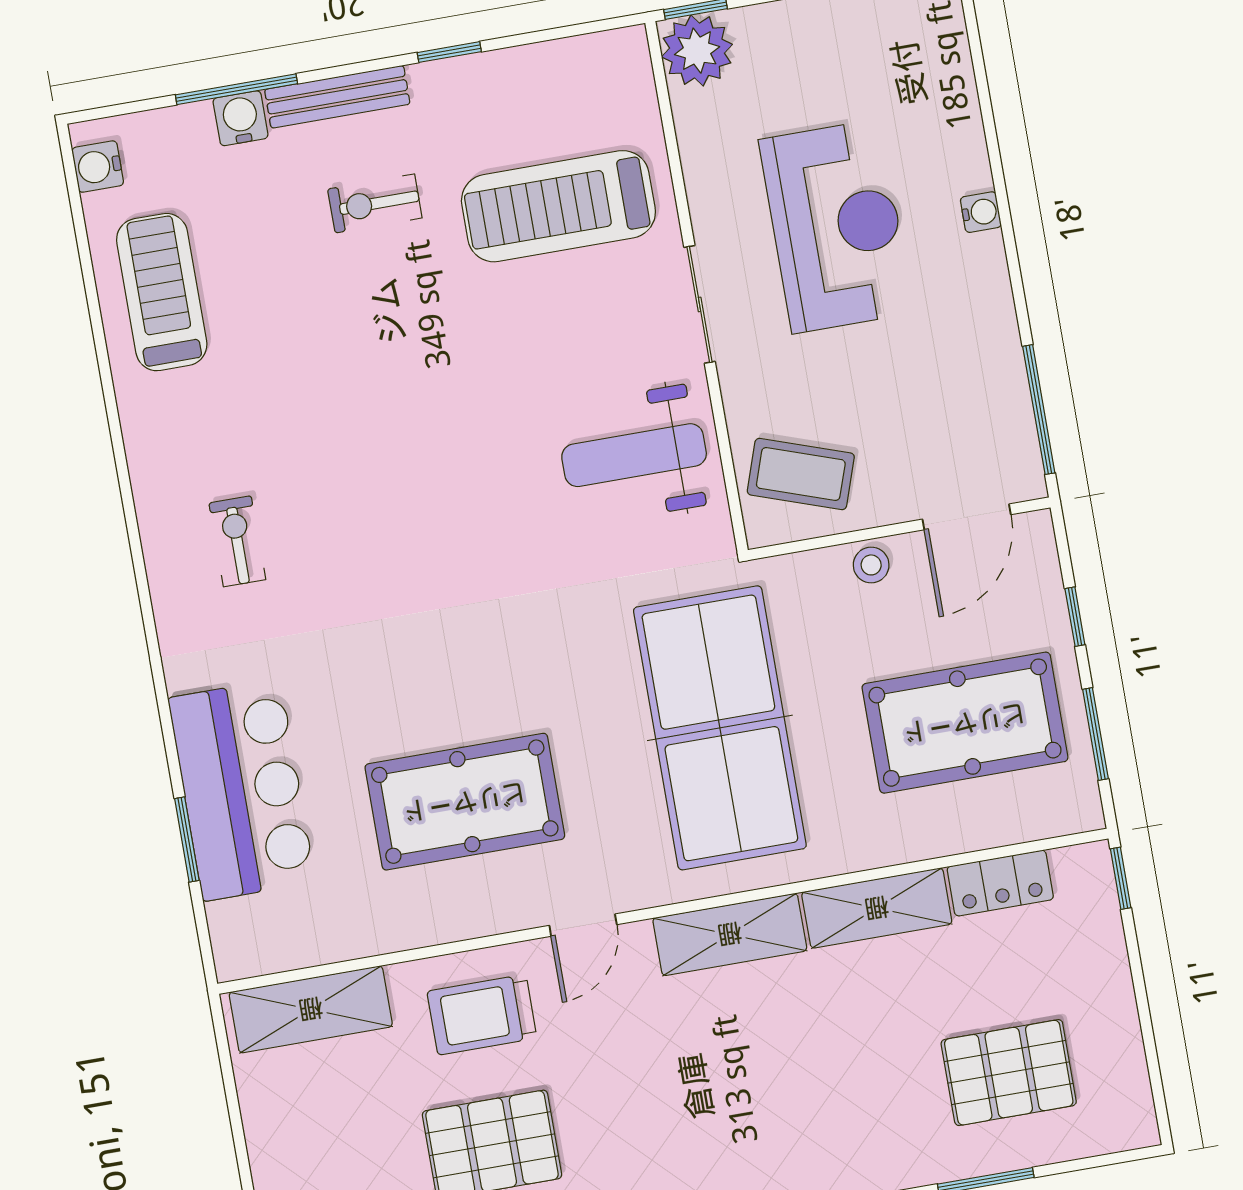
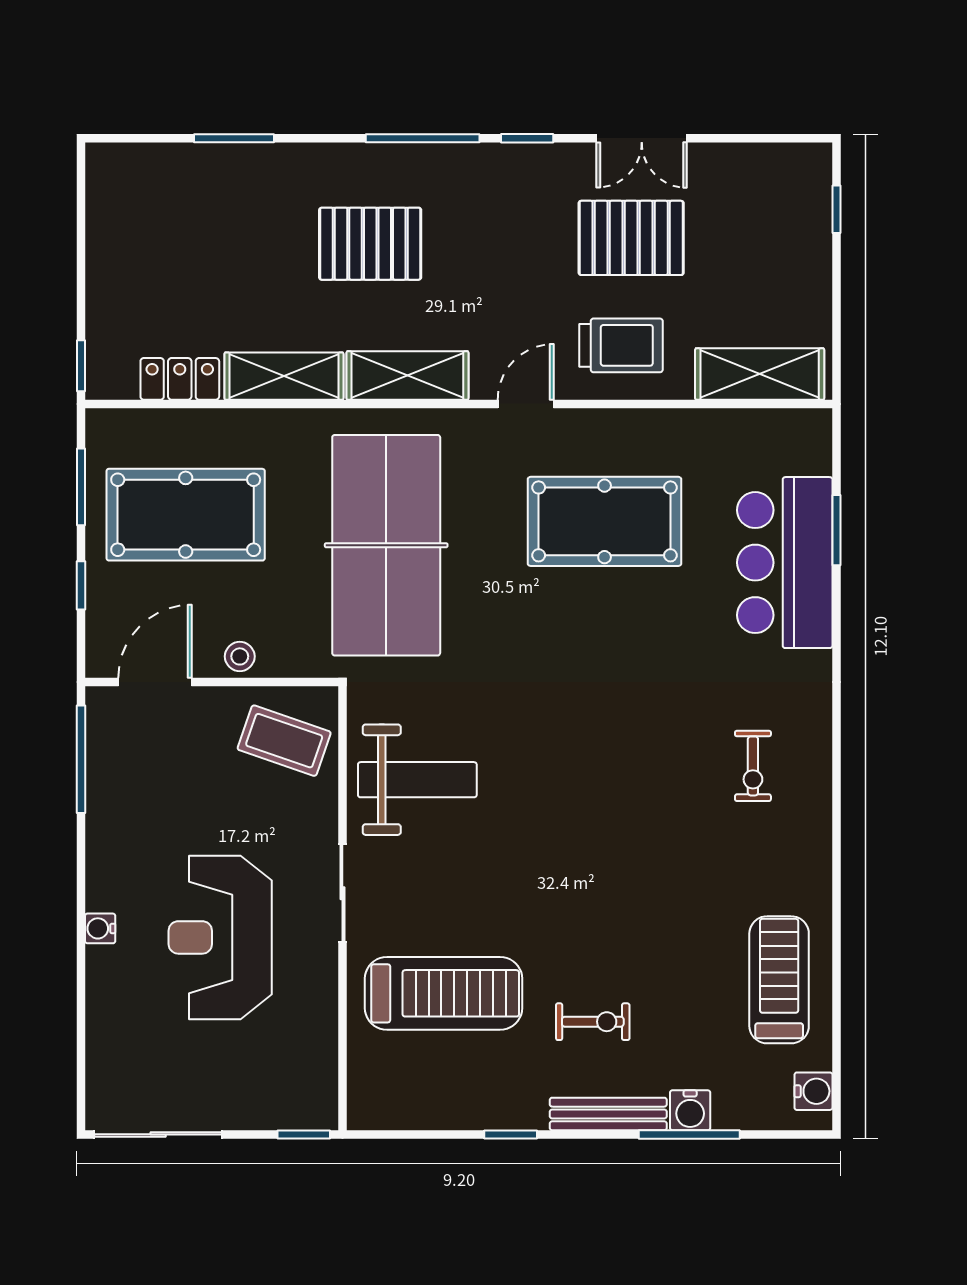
plant: (697, 51) -> (308, 1100), removed
treadmill: (162, 292) -> (779, 980), turned 180
pallet: (1009, 1073) -> (370, 244), moved

